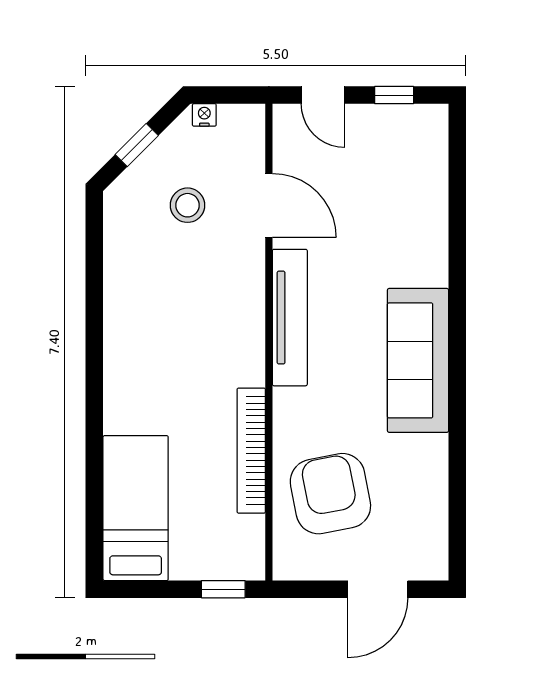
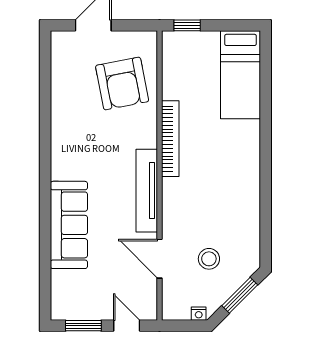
window: (394, 95) -> (83, 326), width x1.50
window: (137, 145) -> (240, 295), width x1.50
sofa: (418, 360) -> (69, 225), moved
bookcase: (251, 451) -> (170, 139), moved

